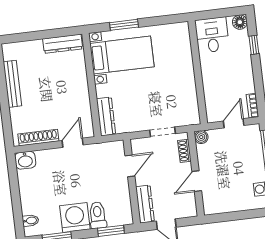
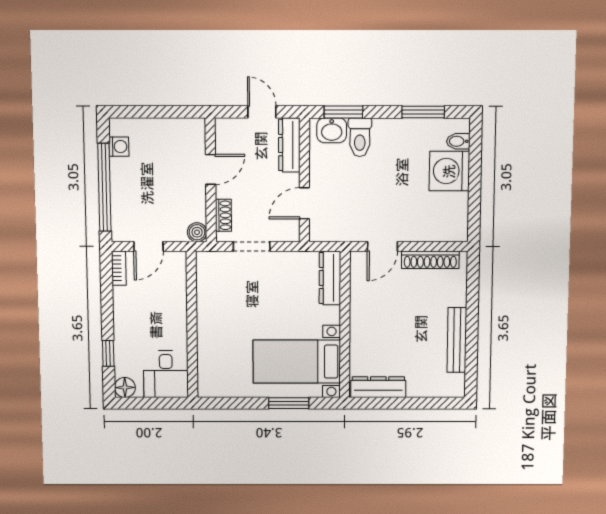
washbasin: (25, 160) -> (332, 130), moved, turned 180
washing machine: (75, 217) -> (449, 171), moved, turned 90

